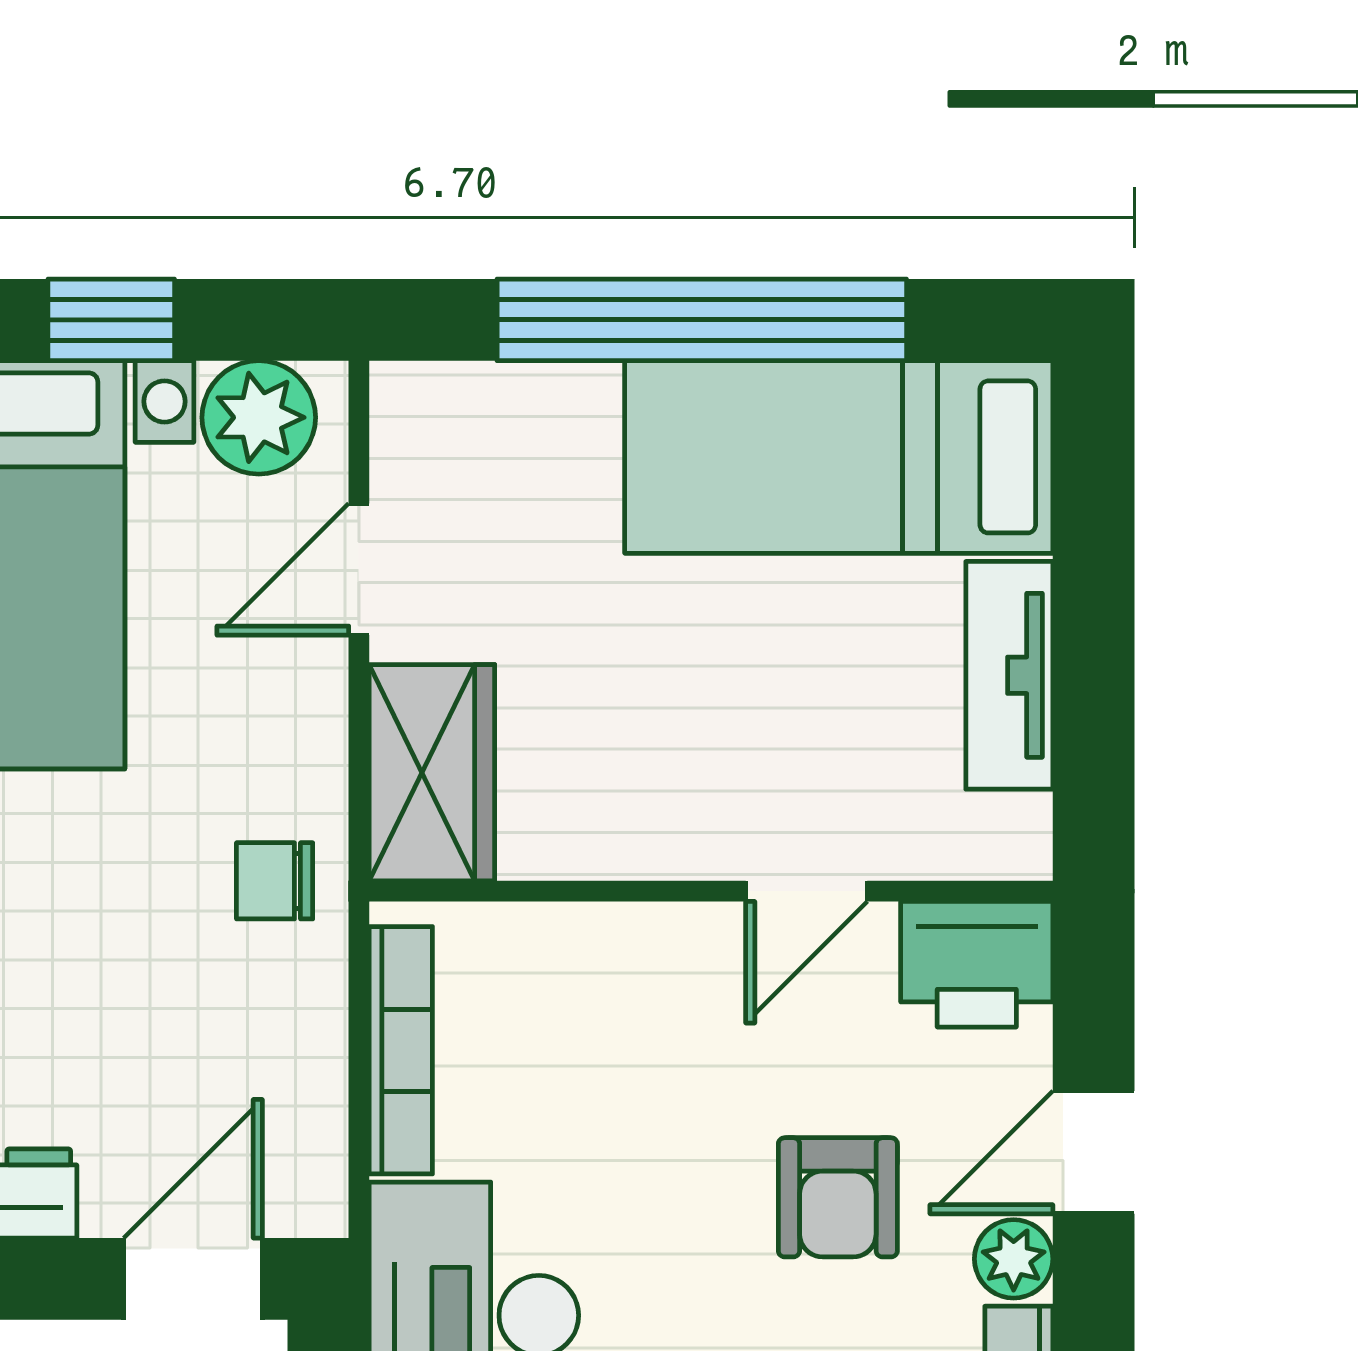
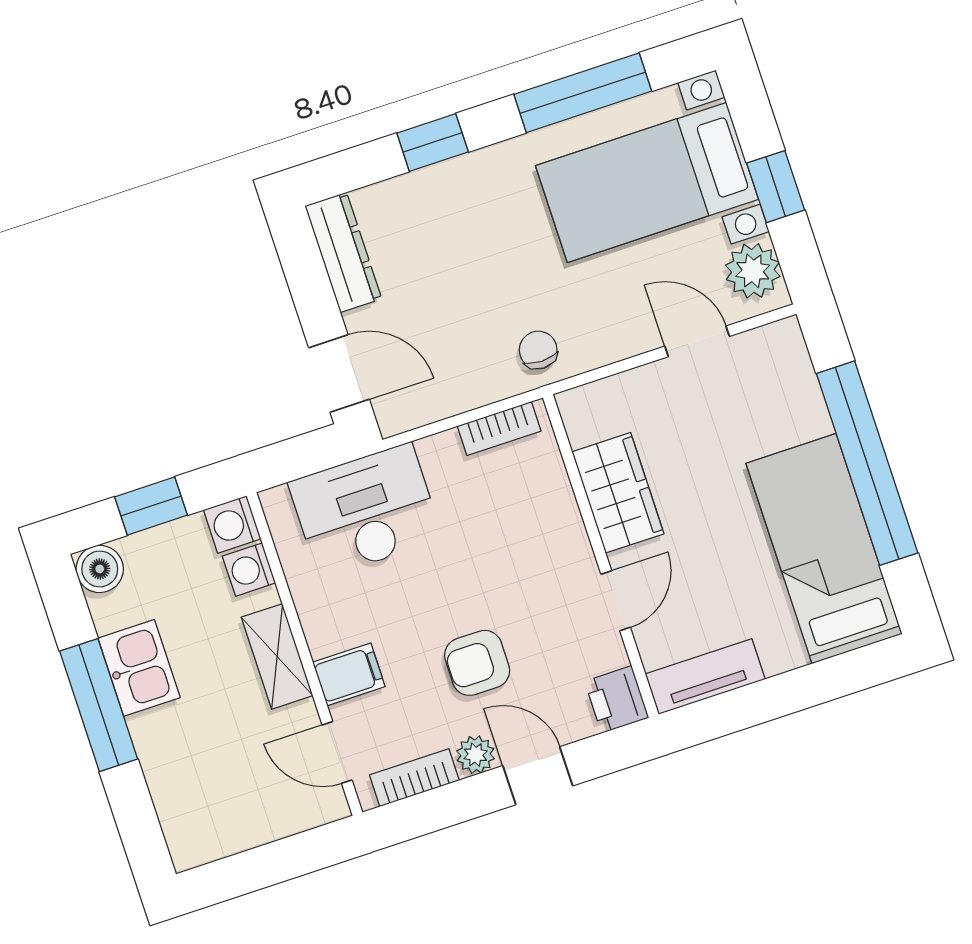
tv unit: (1009, 675) -> (705, 677), moved
wardrobe: (432, 773) -> (618, 493), moved, turned -90
door: (806, 891) -> (616, 601), swing flipped
printer: (977, 964) -> (617, 699), width x0.73, depth x0.81
bookcase: (401, 1050) -> (499, 428), width x0.64

